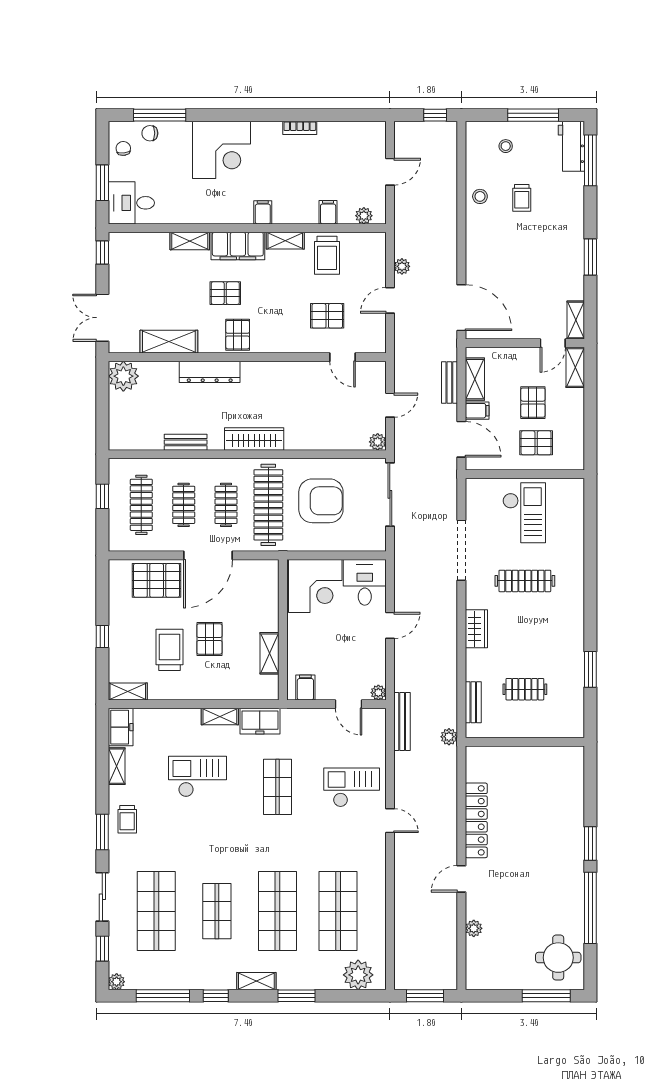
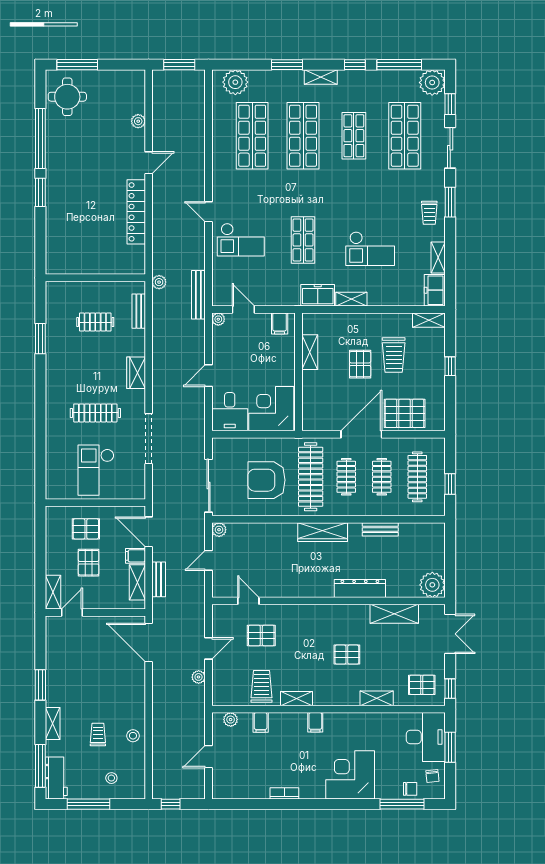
desk: (131, 203) -> (426, 737), width x1.37
filing cabinet: (238, 246) -> (336, 694), removed
shelving: (576, 320) -> (53, 723), moved
pallet: (238, 335) -> (422, 685), moved, turned 90
trolley: (127, 819) -> (429, 213), turned 180
plant: (117, 982) -> (432, 83), width x1.87, depth x1.87

